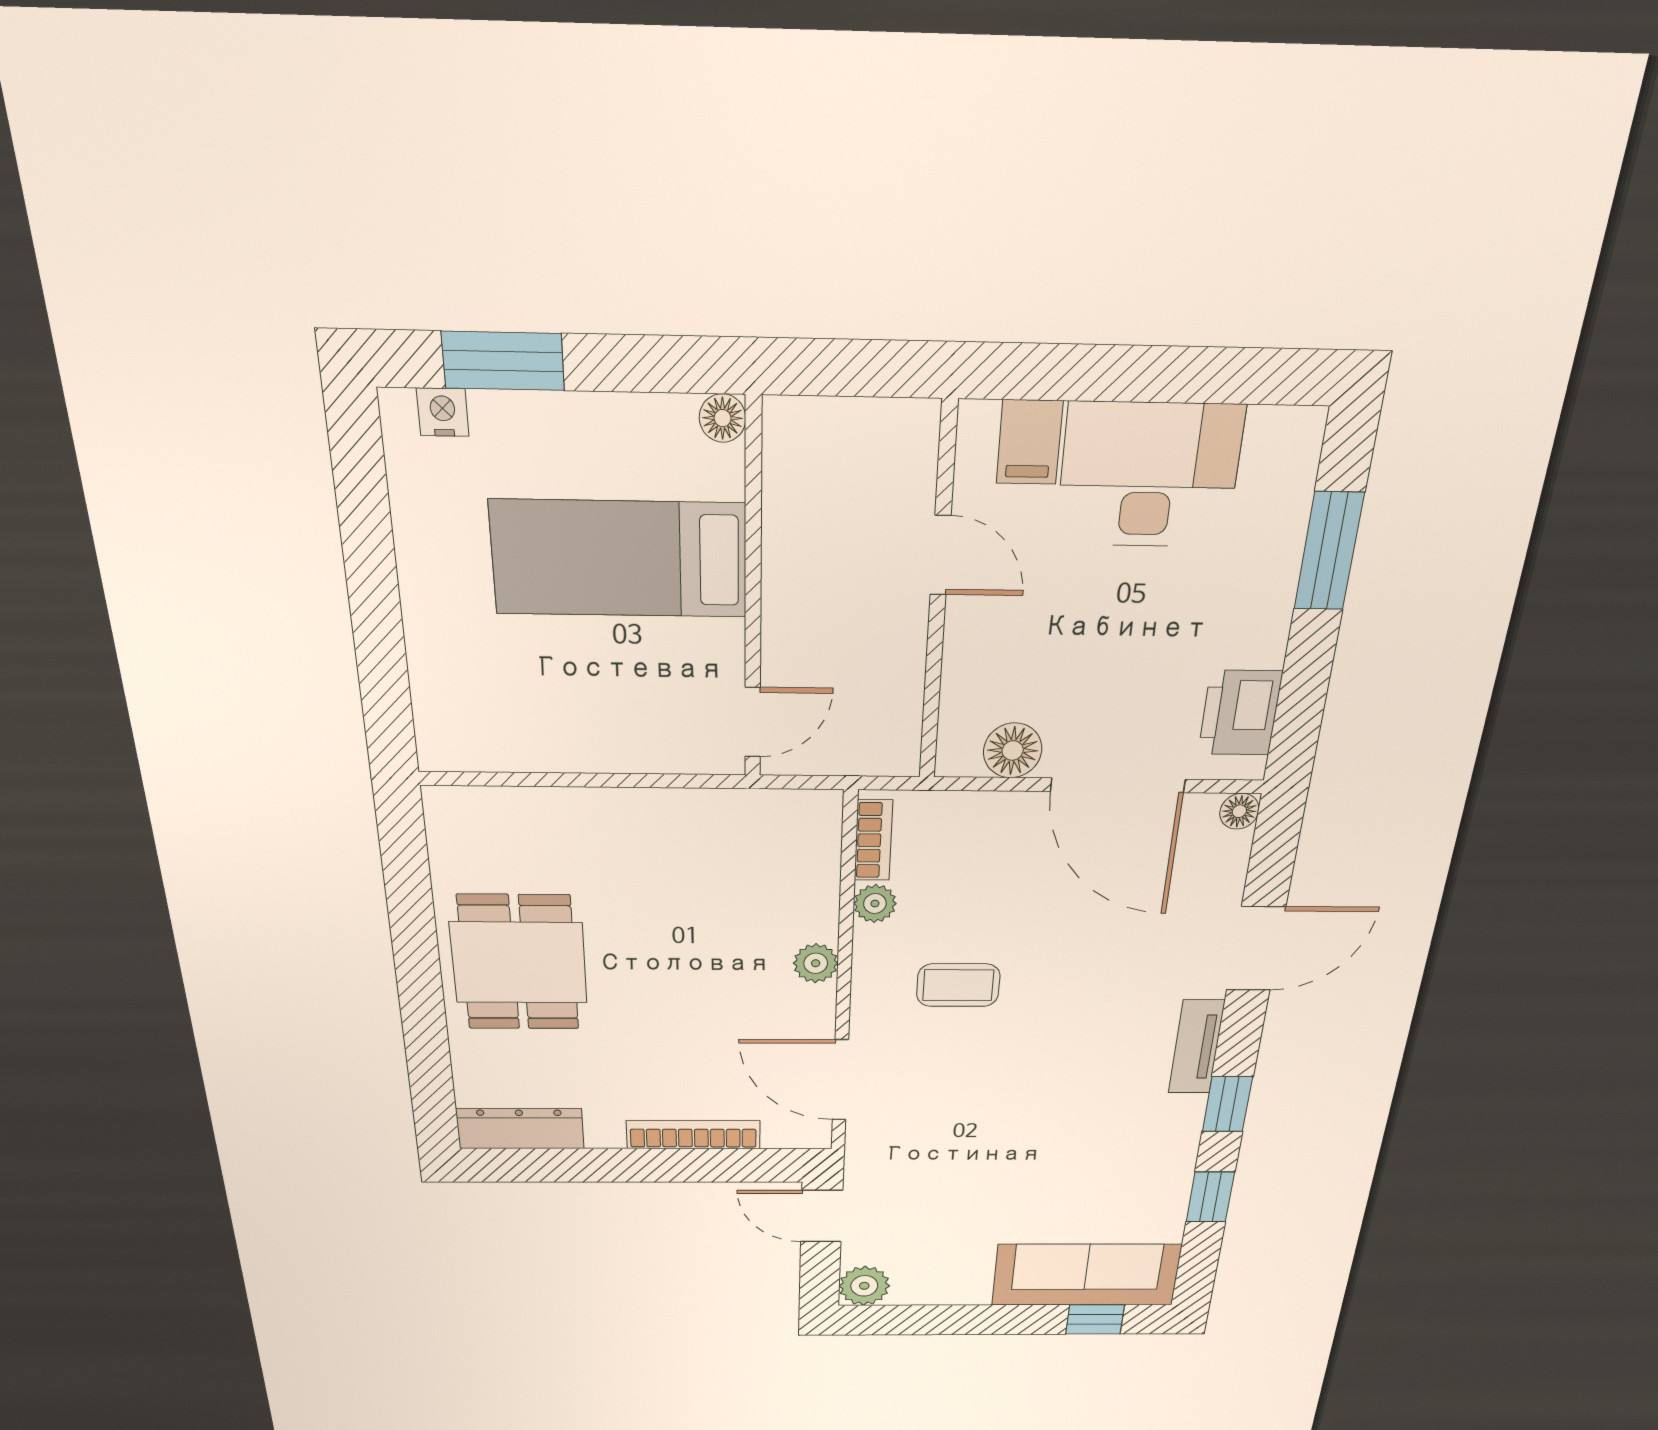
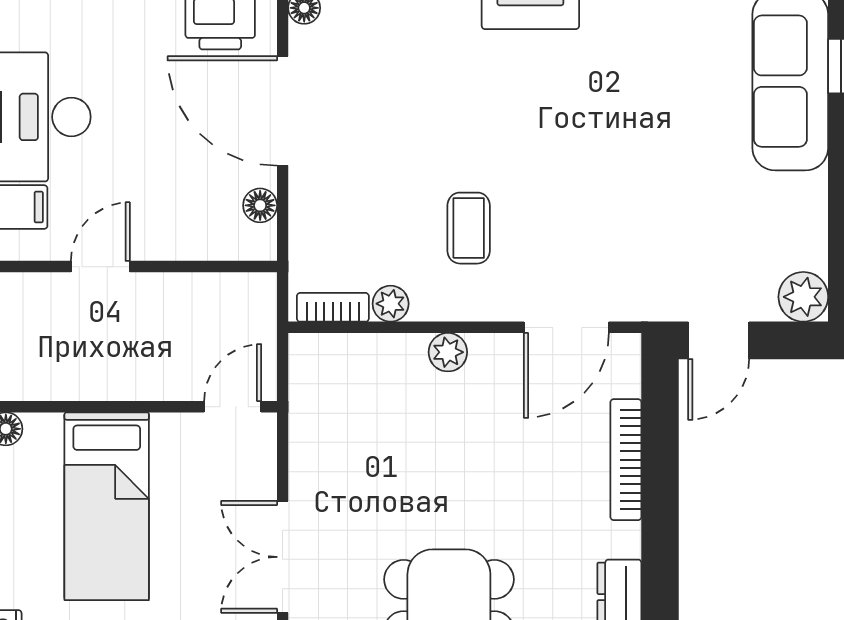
door: (753, 722) -> (233, 407), hinge flipped
floor lamp: (1013, 750) -> (260, 205), width x0.73, depth x0.73
double door: (564, 780) -> (283, 557), added
door: (1118, 785) -> (283, 111), swing flipped

